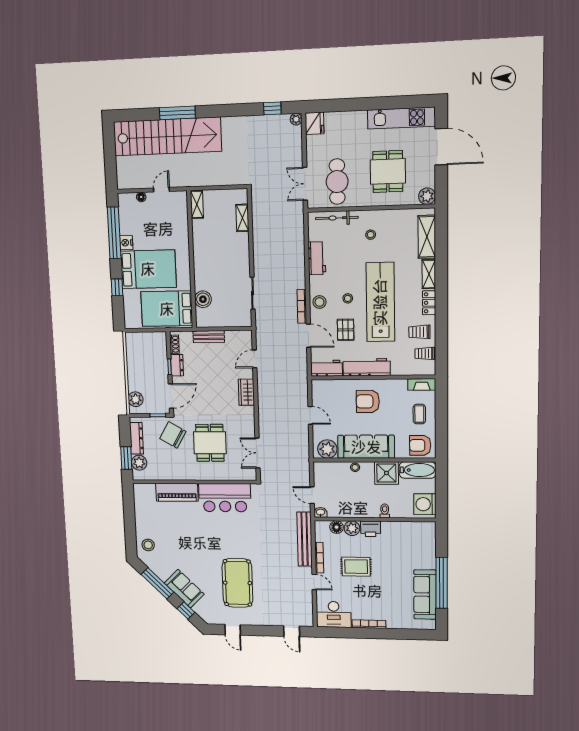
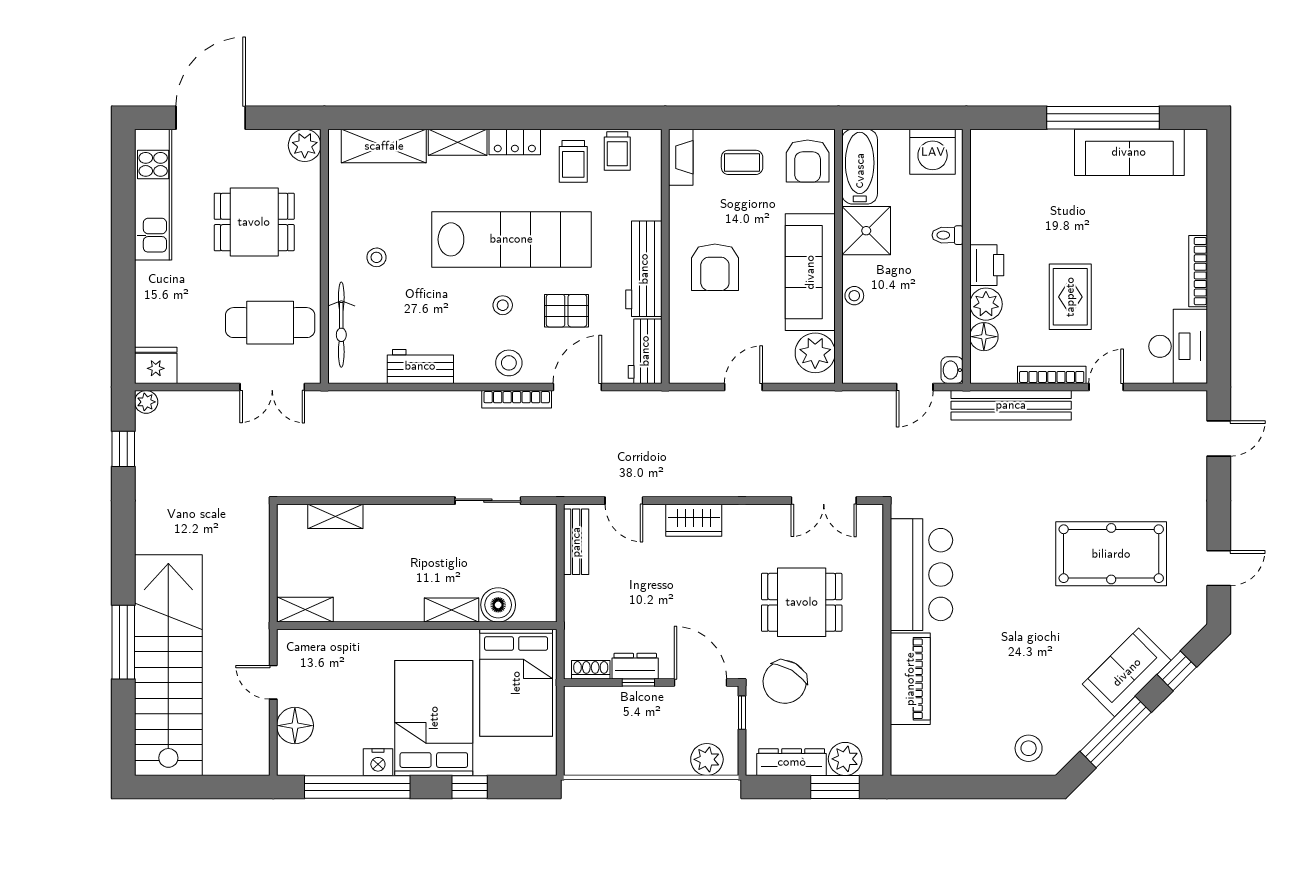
floor lamp: (141, 197) -> (295, 726), width x1.89, depth x1.89
shelving: (200, 277) -> (451, 610), added
lab bench: (380, 302) -> (511, 239), turned 180
bench: (209, 337) -> (576, 542), moved

